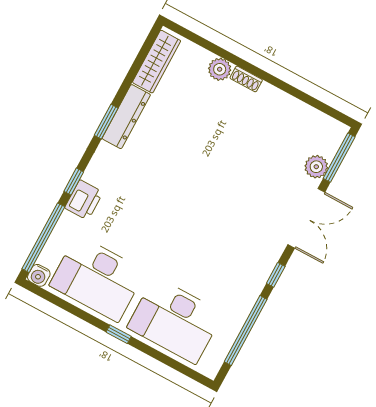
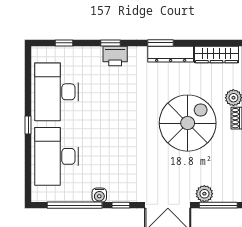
spiral stairs: (220, 141) -> (188, 123), added
printer: (84, 200) -> (115, 56), moved
window: (43, 238) -> (64, 43), width x0.32
water cooler: (39, 275) -> (99, 195), moved, turned -90

